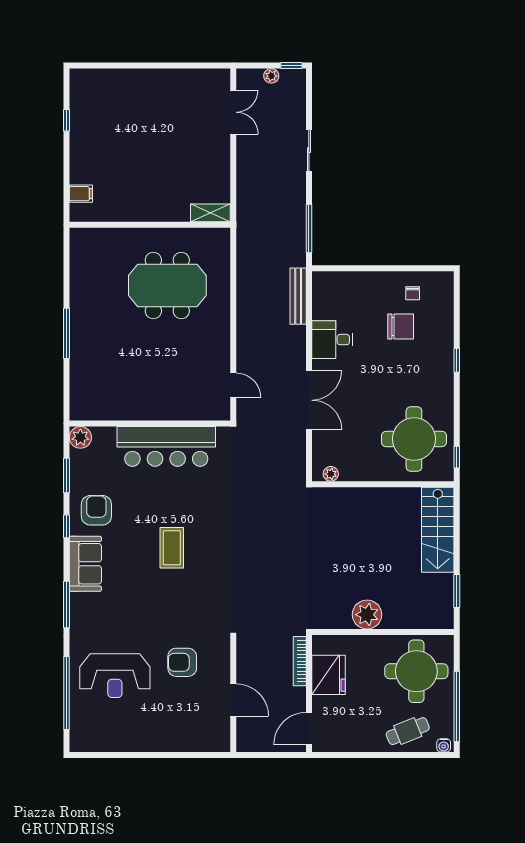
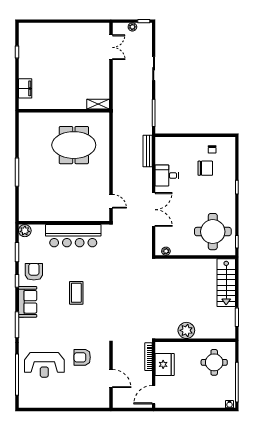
filing cabinet: (81, 194) -> (25, 88), width x2.00
round table: (416, 671) -> (214, 362), width x0.73, depth x0.73
cafe table: (408, 731) -> (209, 396), removed

